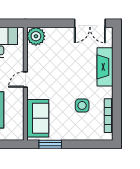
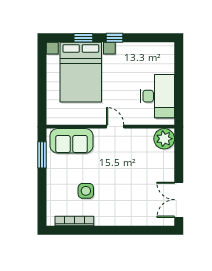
fireplace: (105, 67) -> (129, 217), removed

